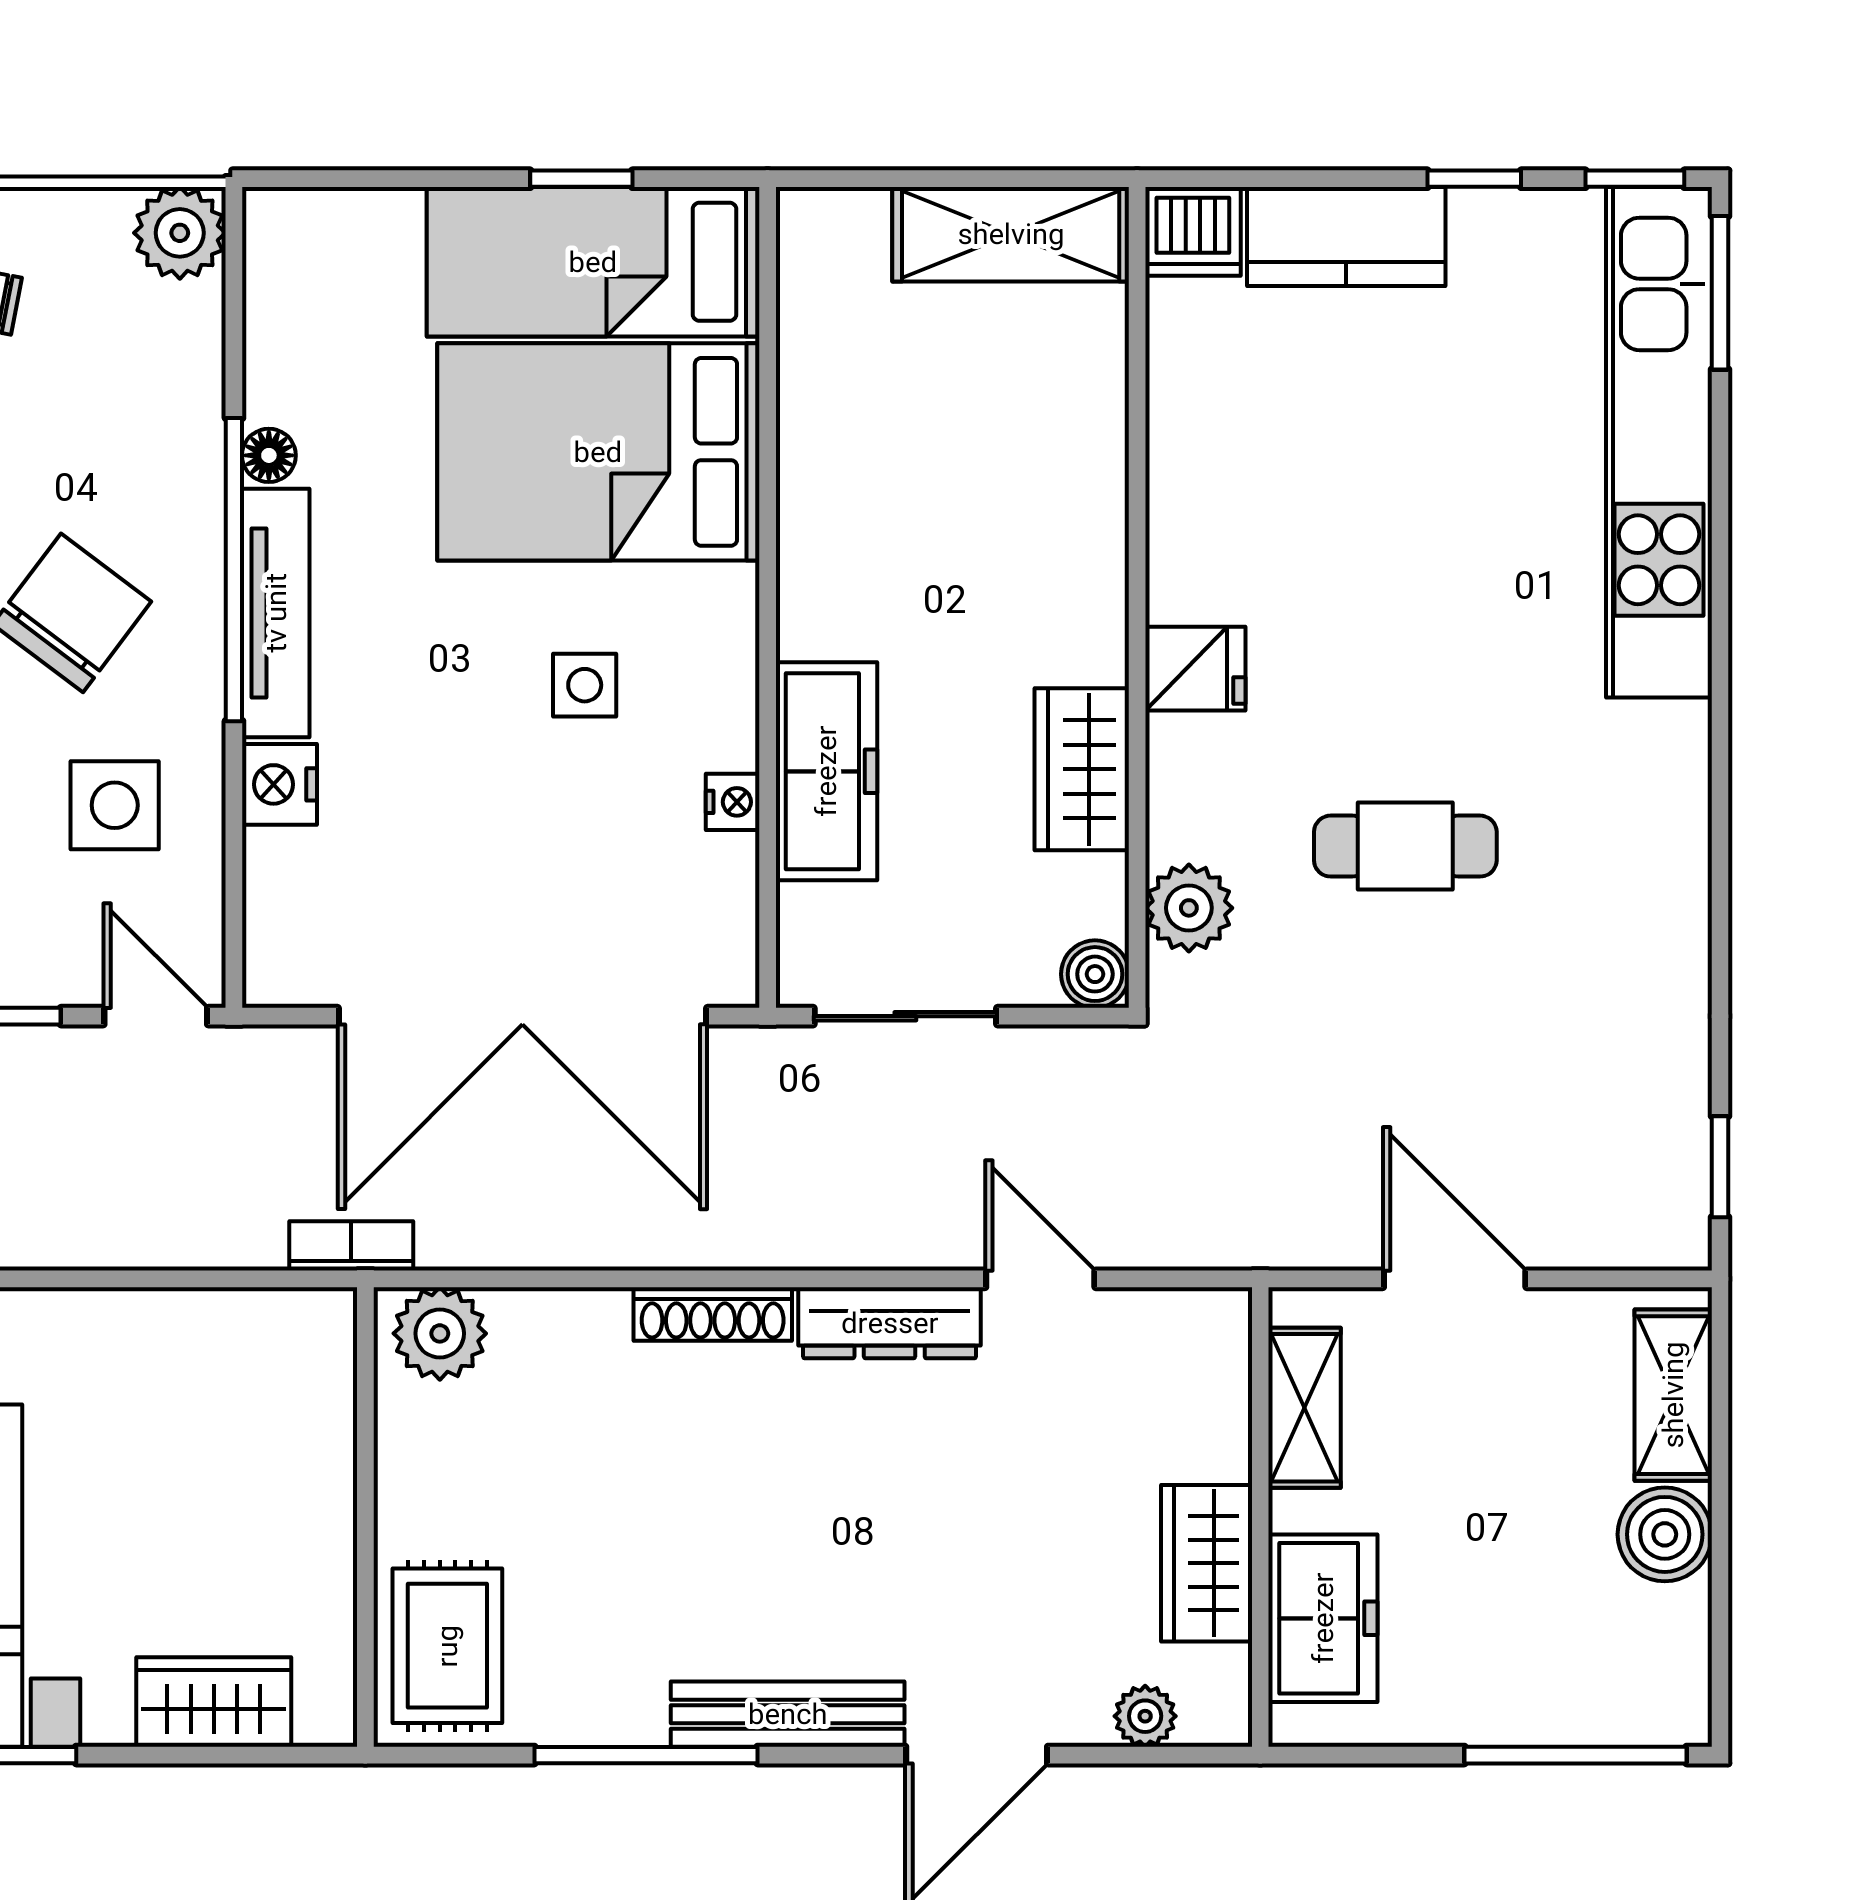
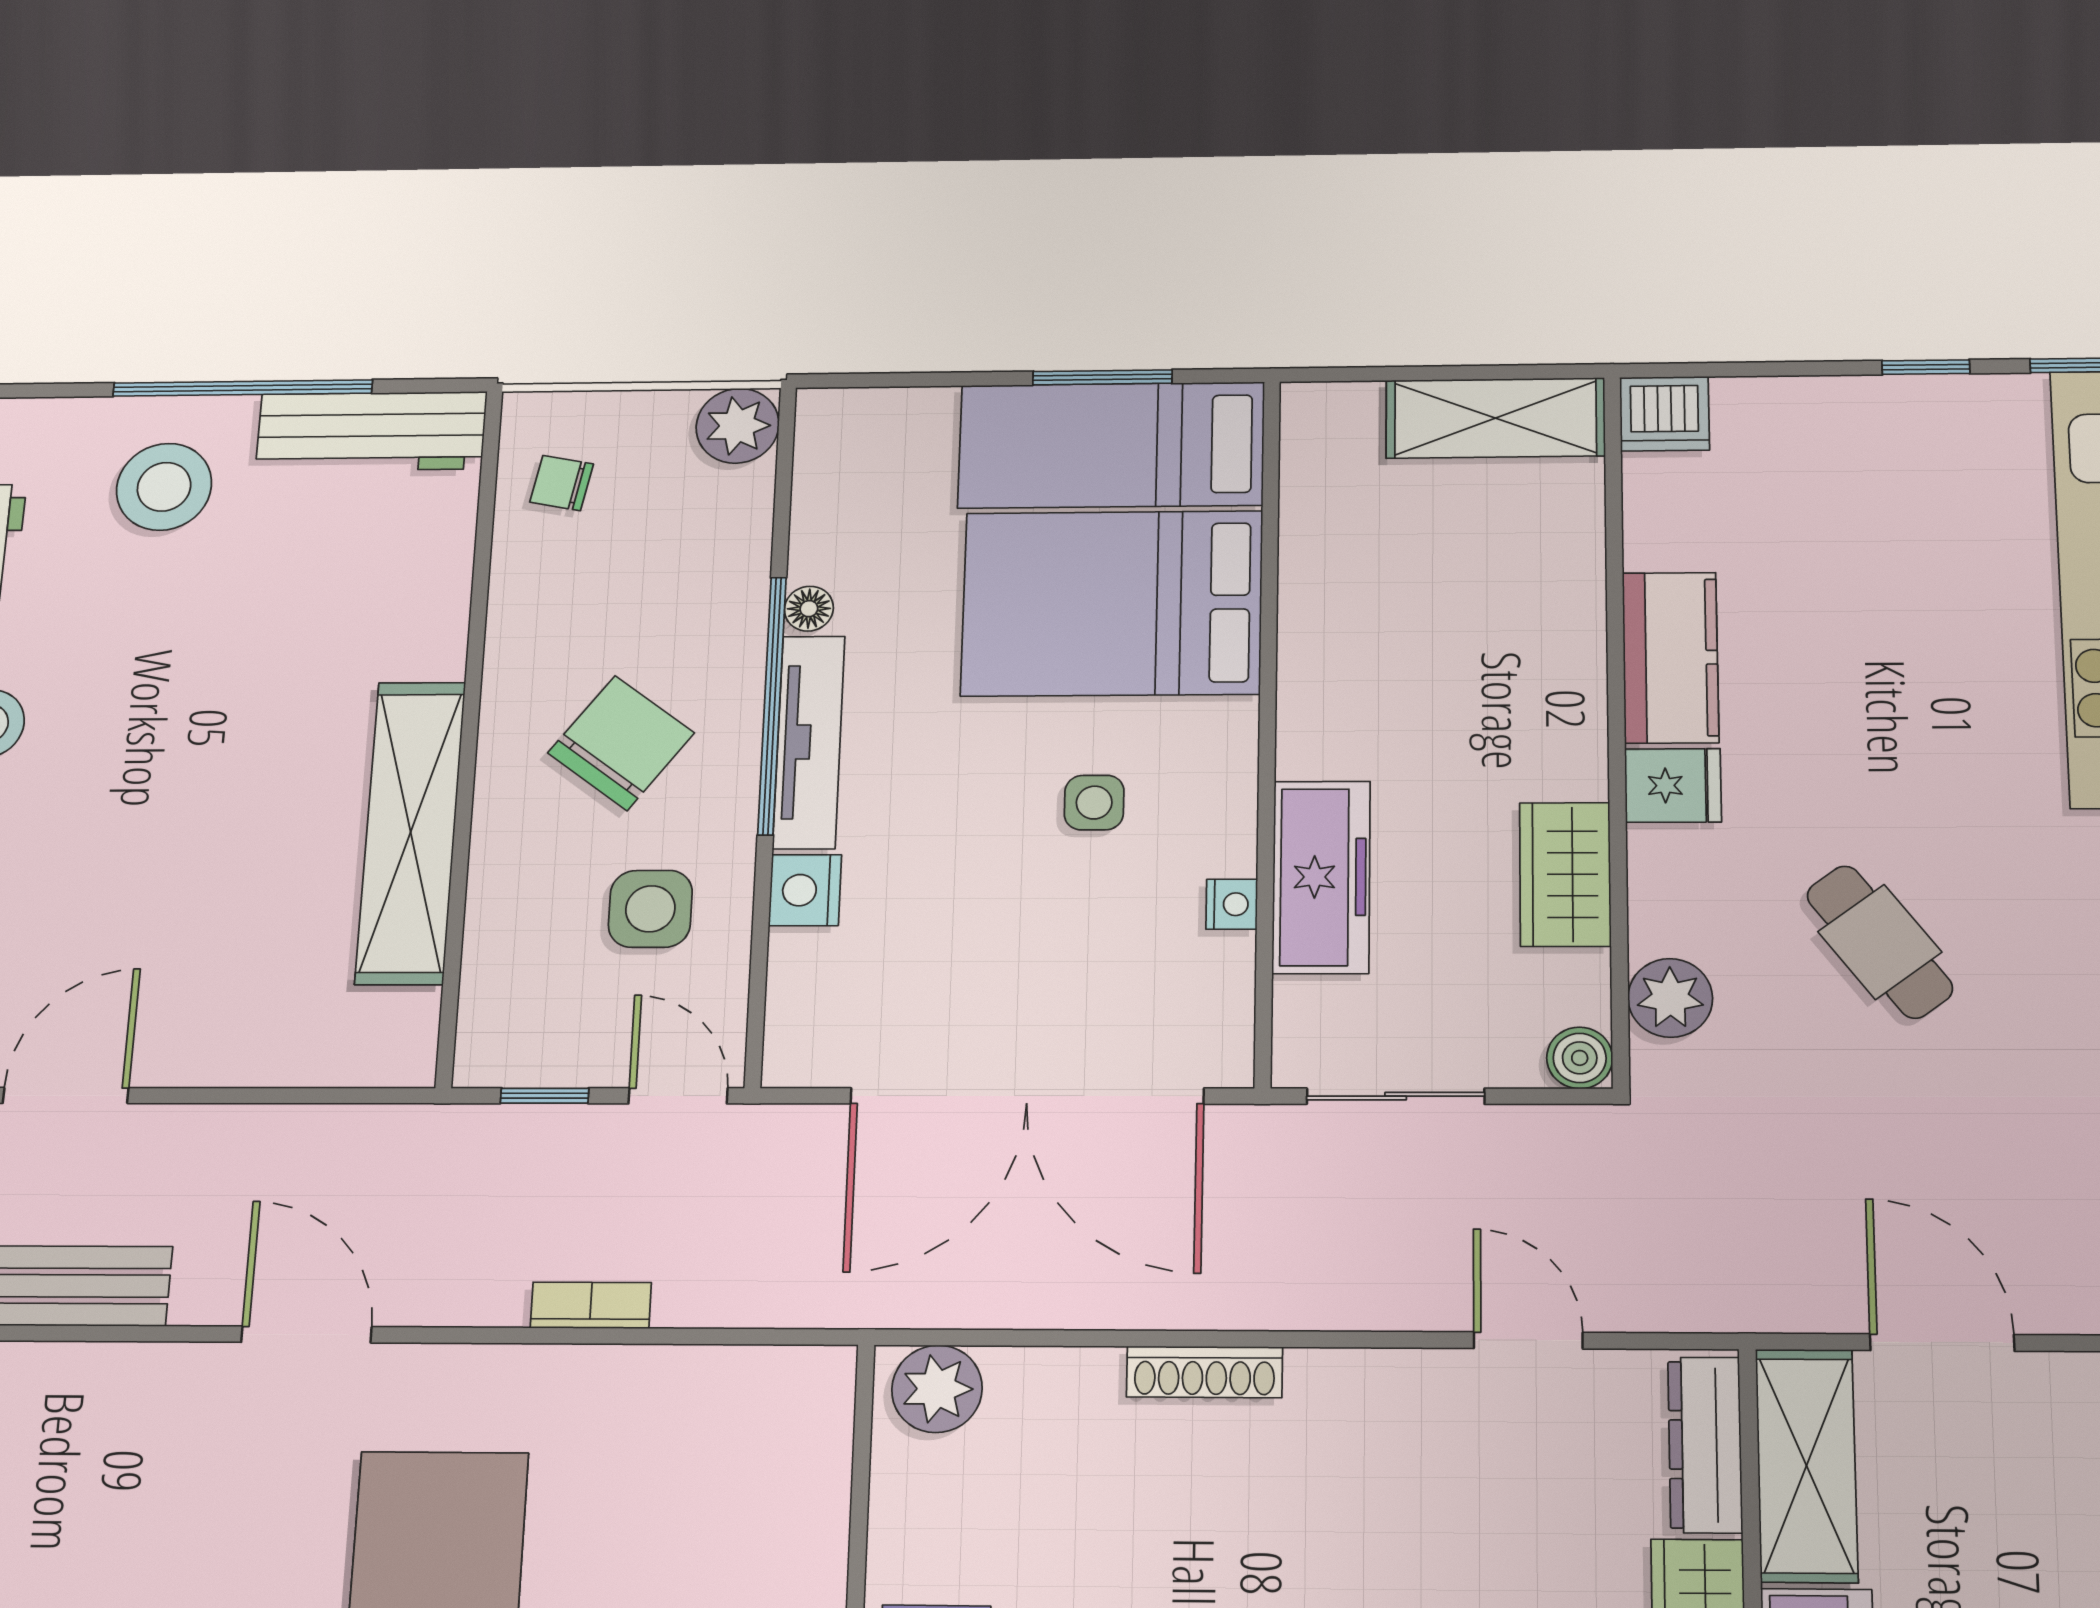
window: (581, 179) -> (1102, 377), width x1.50
kitchen counter: (1346, 236) -> (1670, 657), moved, turned -90
cafe table: (1405, 846) -> (1880, 942), turned 53
bookcase: (351, 1246) -> (591, 1305), moved
dresser: (890, 1323) -> (1705, 1445), moved, turned 90
shelving: (1304, 1408) -> (1806, 1465), width x1.50, depth x1.33

